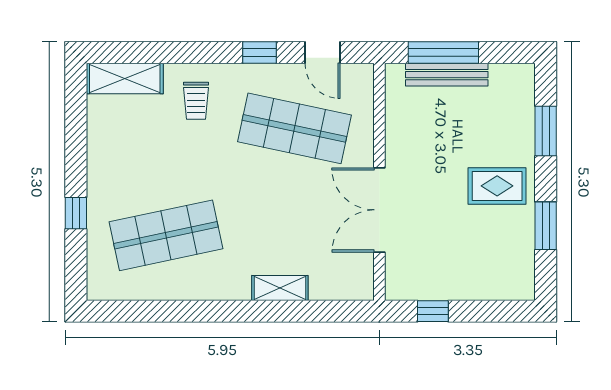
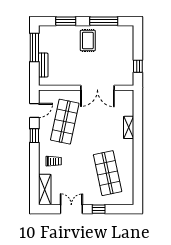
window: (443, 53) -> (34, 47), moved
bench: (447, 75) -> (43, 65), width x0.73
double door: (76, 145) -> (71, 209), added
window: (546, 226) -> (104, 21), width x1.44

